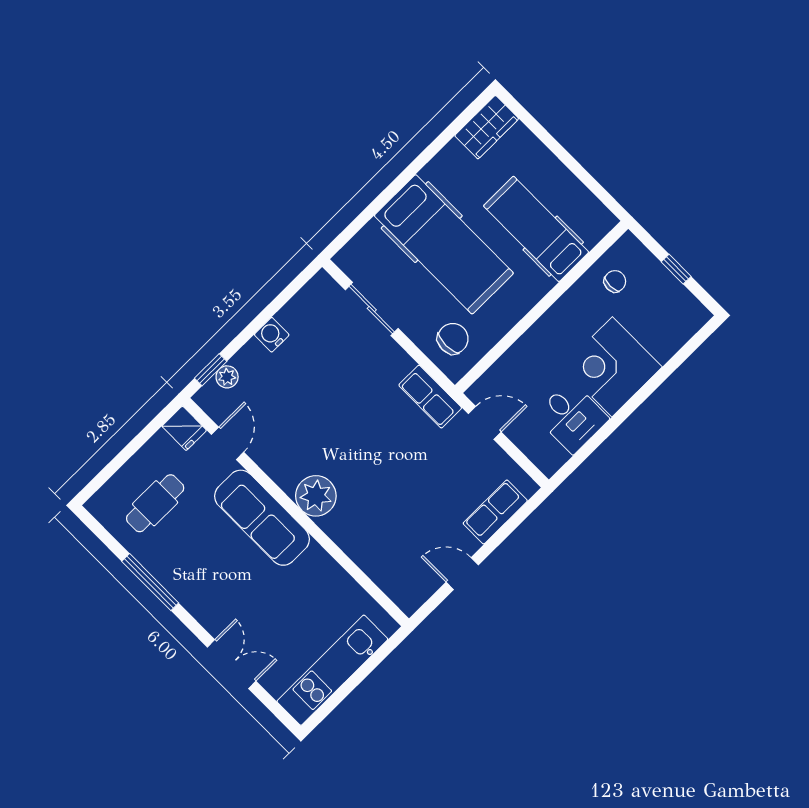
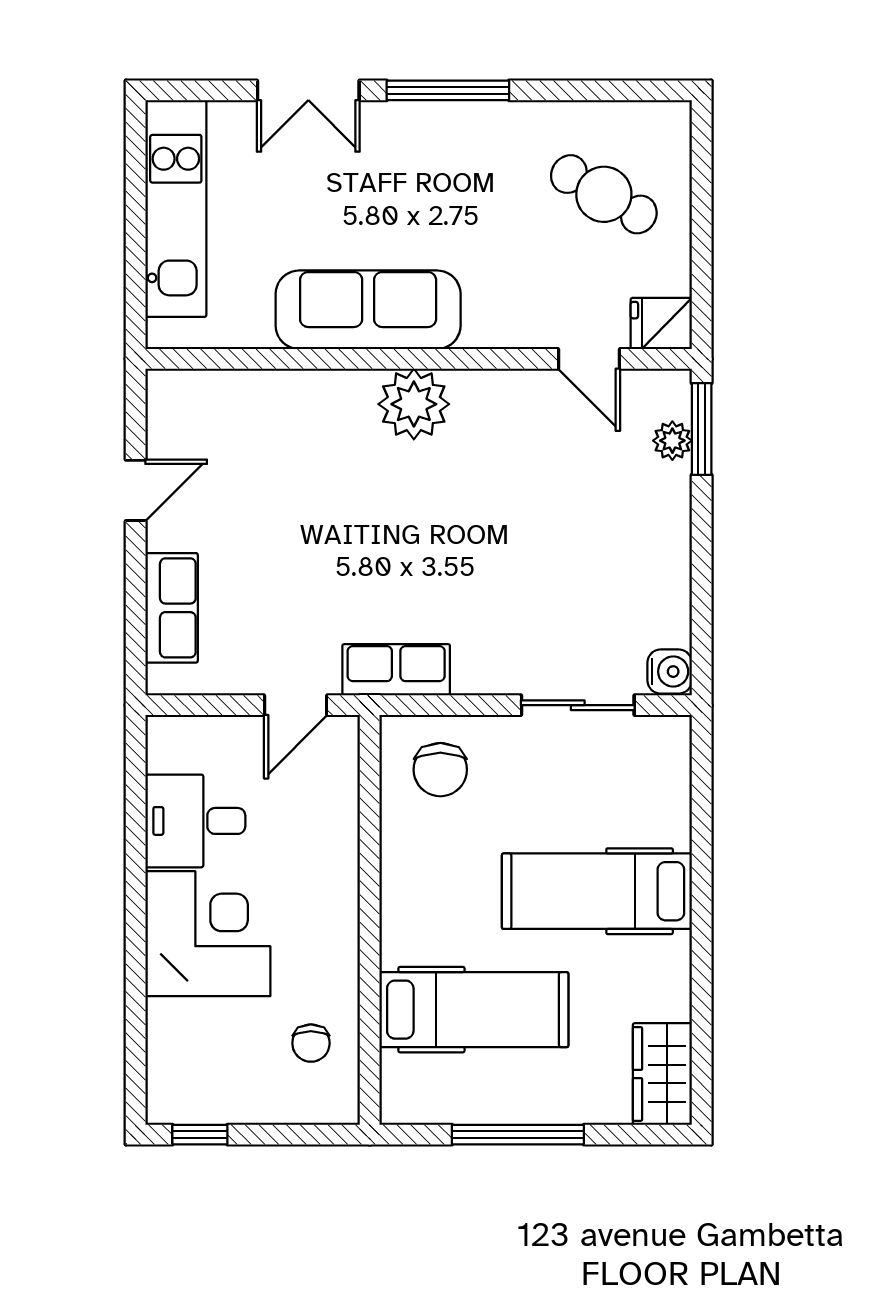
window: (569, 161) -> (518, 1135), added
hospital bed: (444, 244) -> (597, 891), width x0.73, depth x0.78
window: (676, 269) -> (200, 1135), moved
water cooler: (272, 335) -> (670, 672), moved
window: (211, 370) -> (702, 429), width x1.50
cafe table: (155, 503) -> (604, 194), turned -60
sofa: (262, 518) -> (368, 310), moved
window: (150, 582) -> (448, 90), moved

